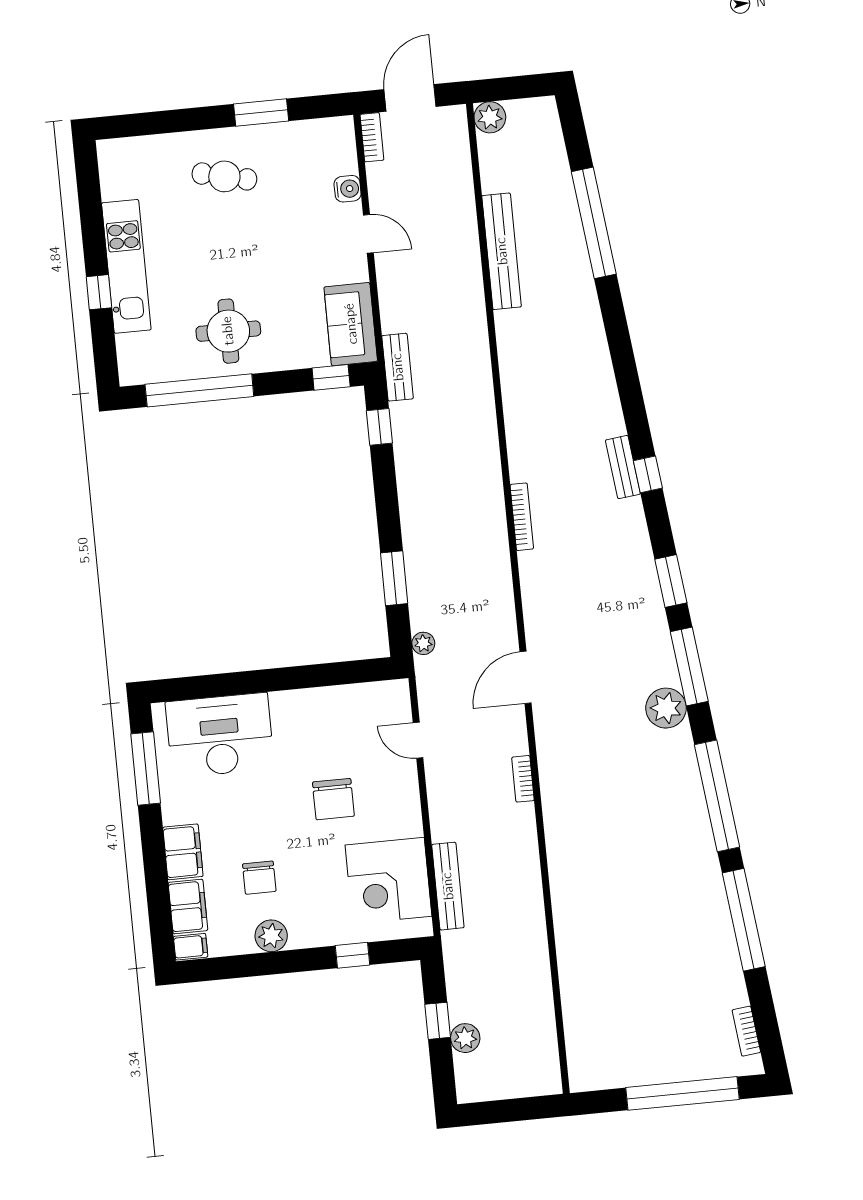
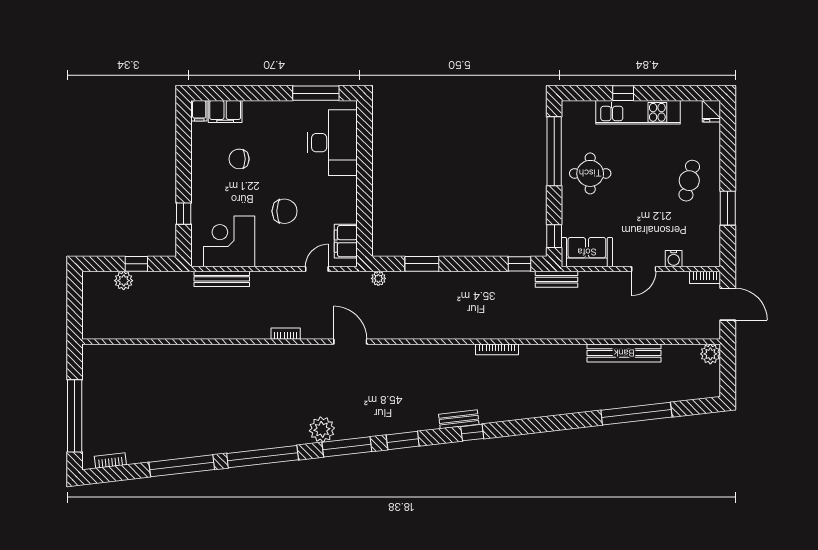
fridge: (113, 153) -> (711, 111), added
bench: (623, 467) -> (459, 419), moved
bookcase: (522, 517) -> (497, 349), moved
chair: (333, 799) -> (285, 211), turned 180
filing cabinet: (183, 852) -> (346, 241), moved, turned 90
plant: (271, 936) -> (201, 163), removed

